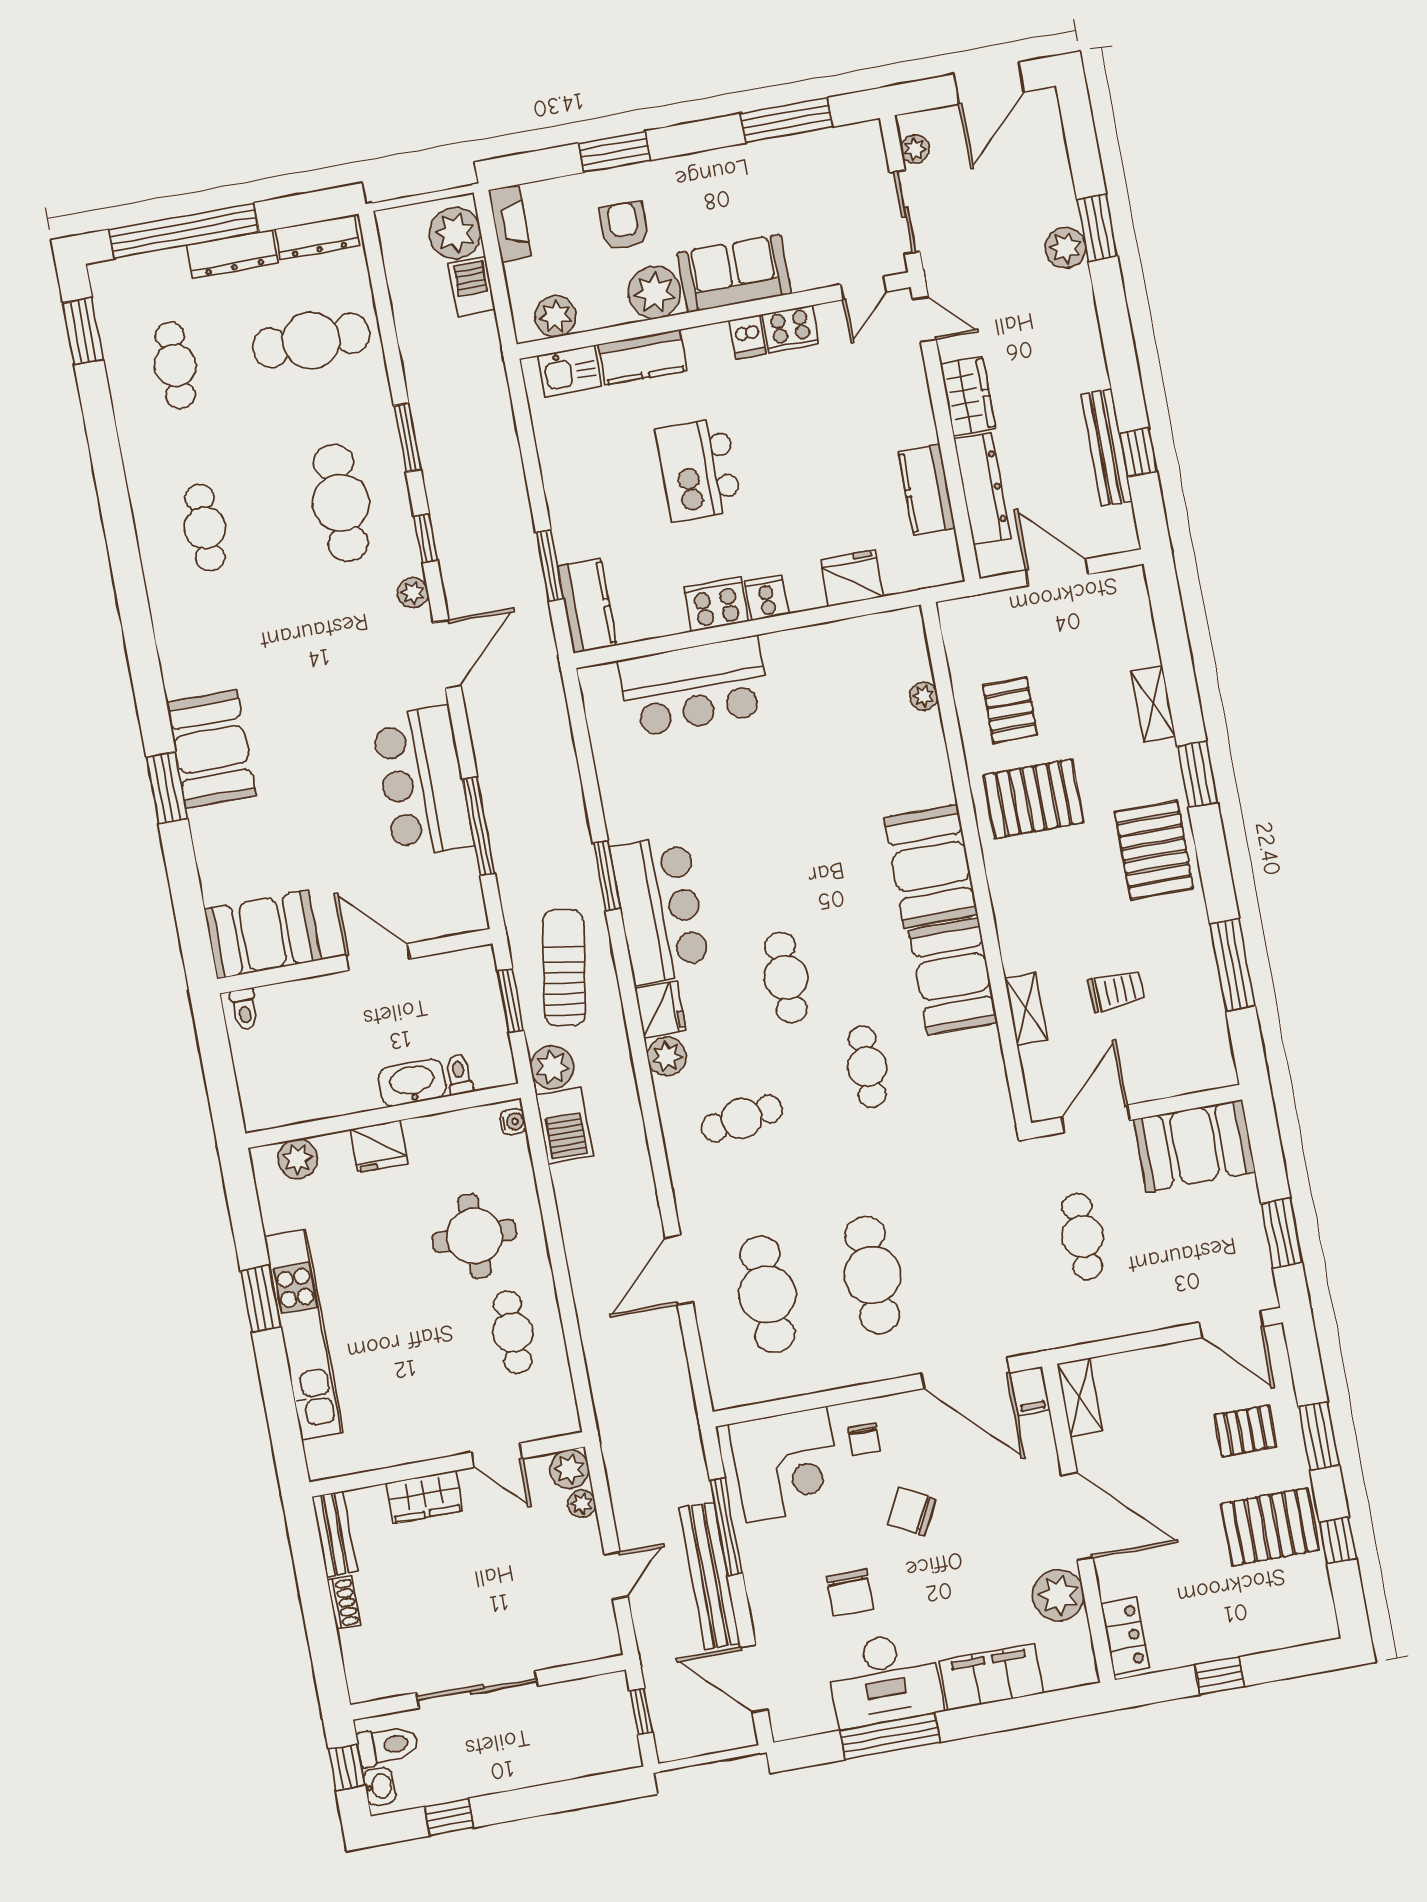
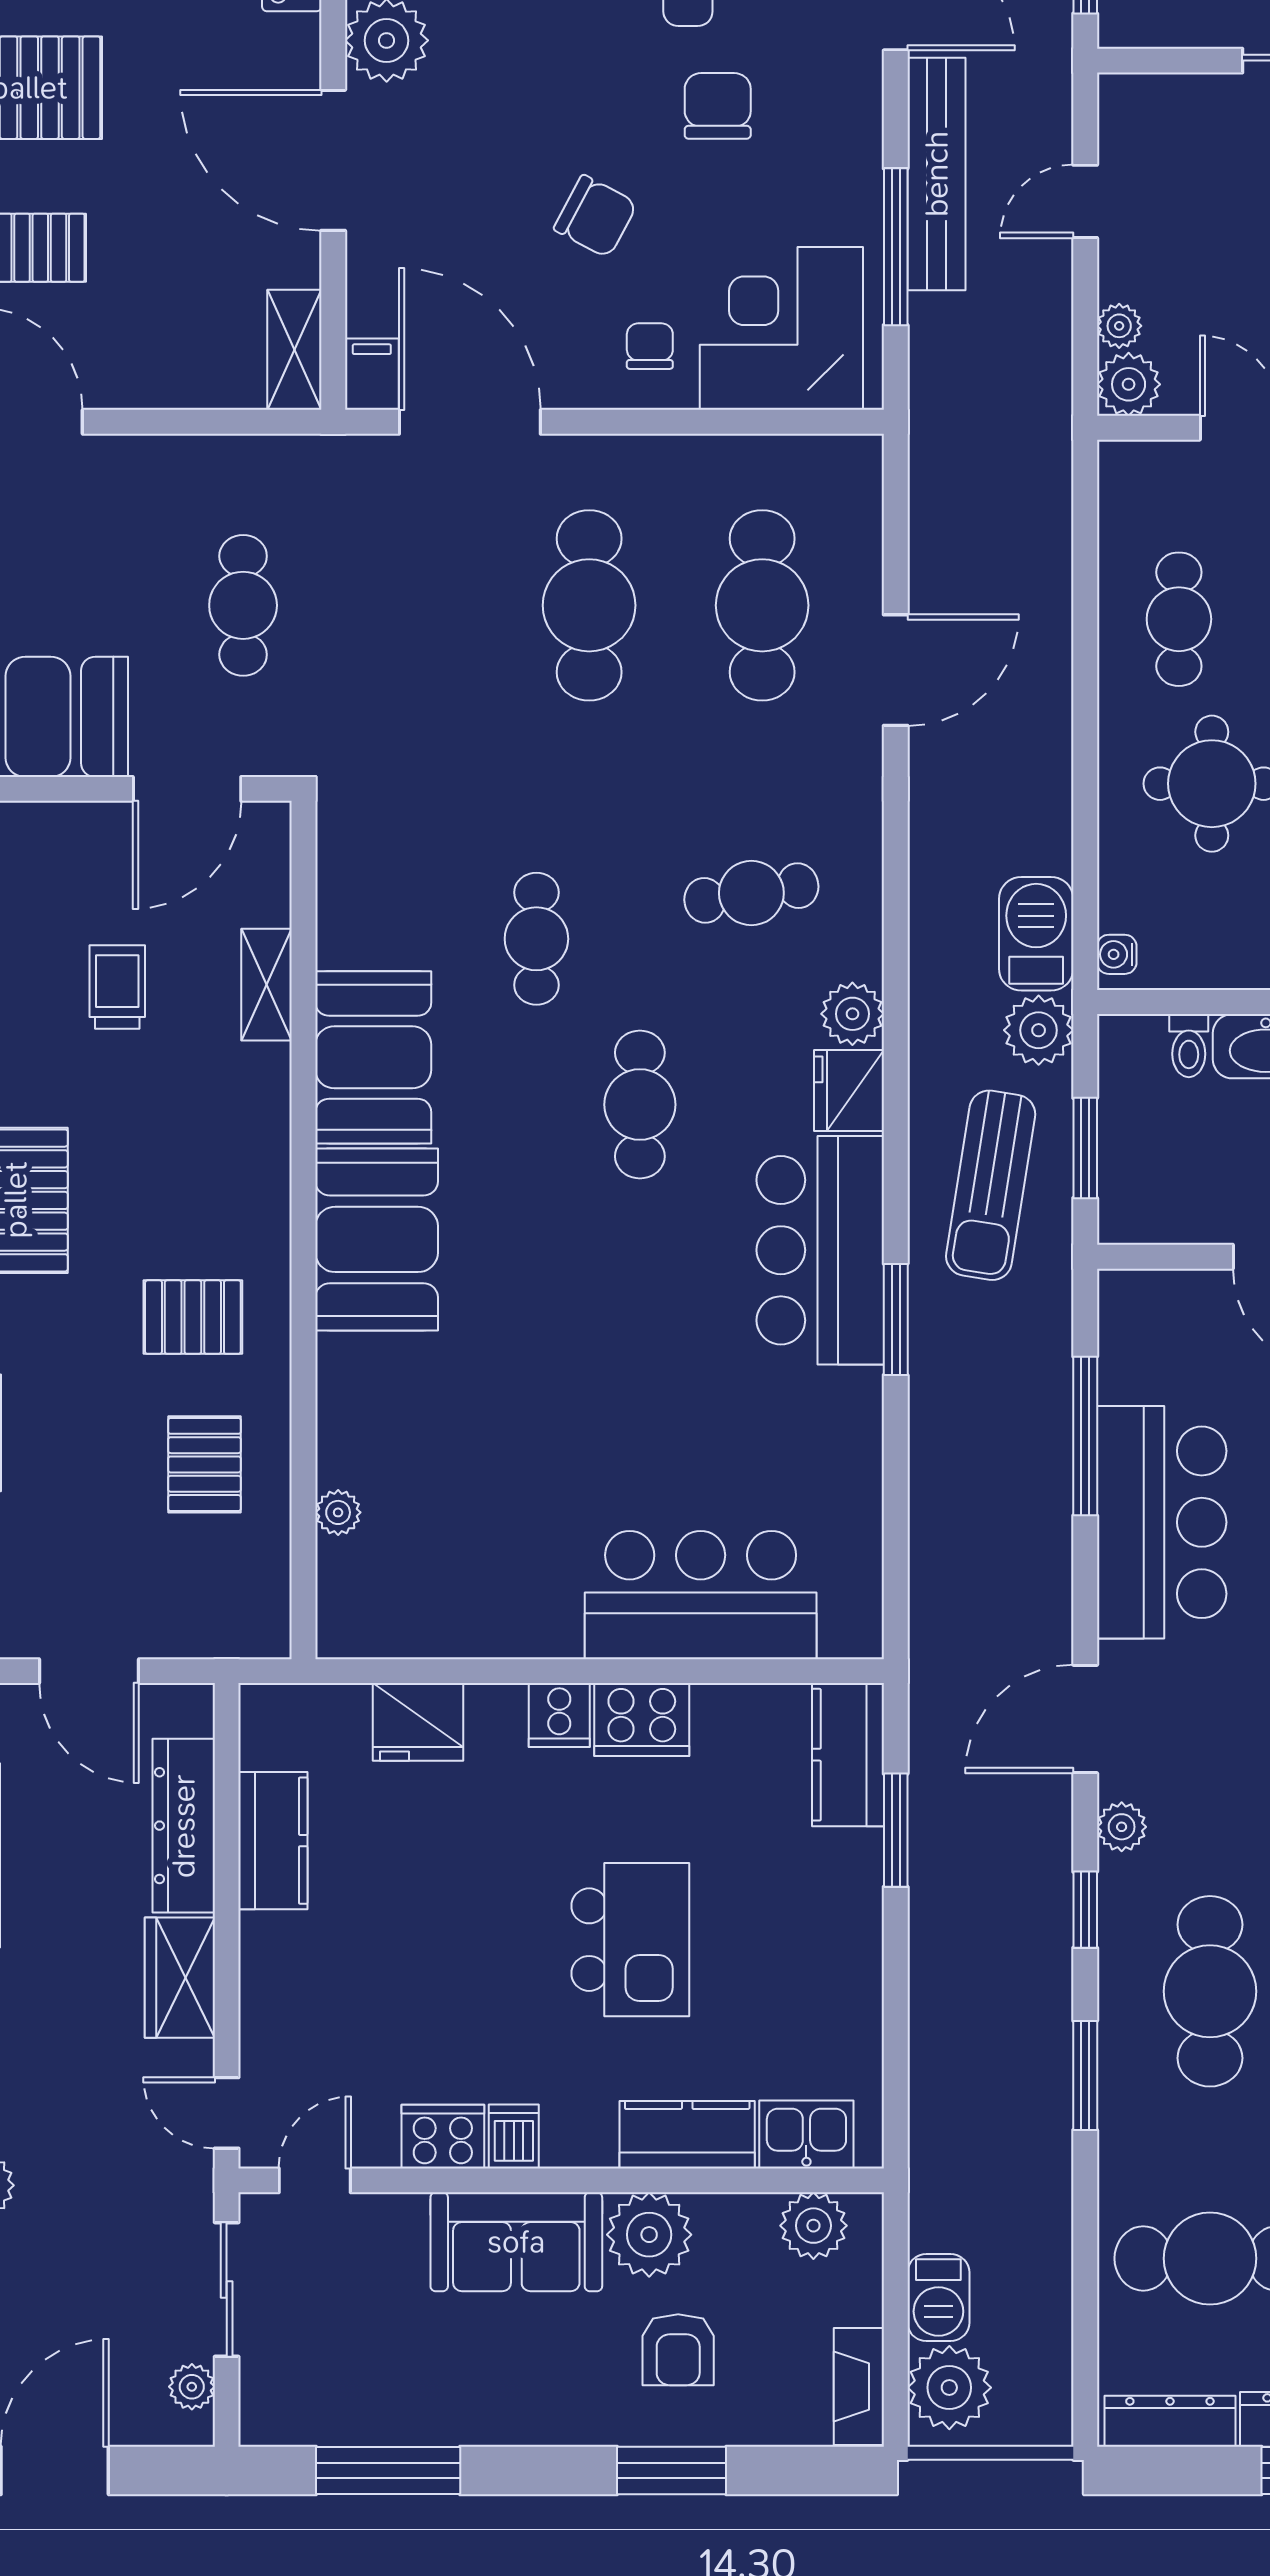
pallet: (1034, 799) -> (193, 1317), width x0.67, depth x0.71
trolley: (1116, 991) -> (117, 987), turned 93

